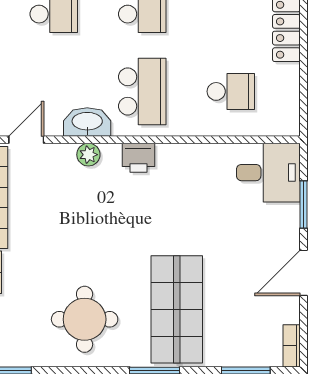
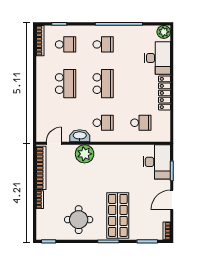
school desk: (142, 91) -> (103, 123), width x0.54
plant: (88, 155) -> (85, 154), width x1.88, depth x1.88
printer: (138, 158) -> (102, 151), removed
desk: (268, 173) -> (157, 162), width x1.37

